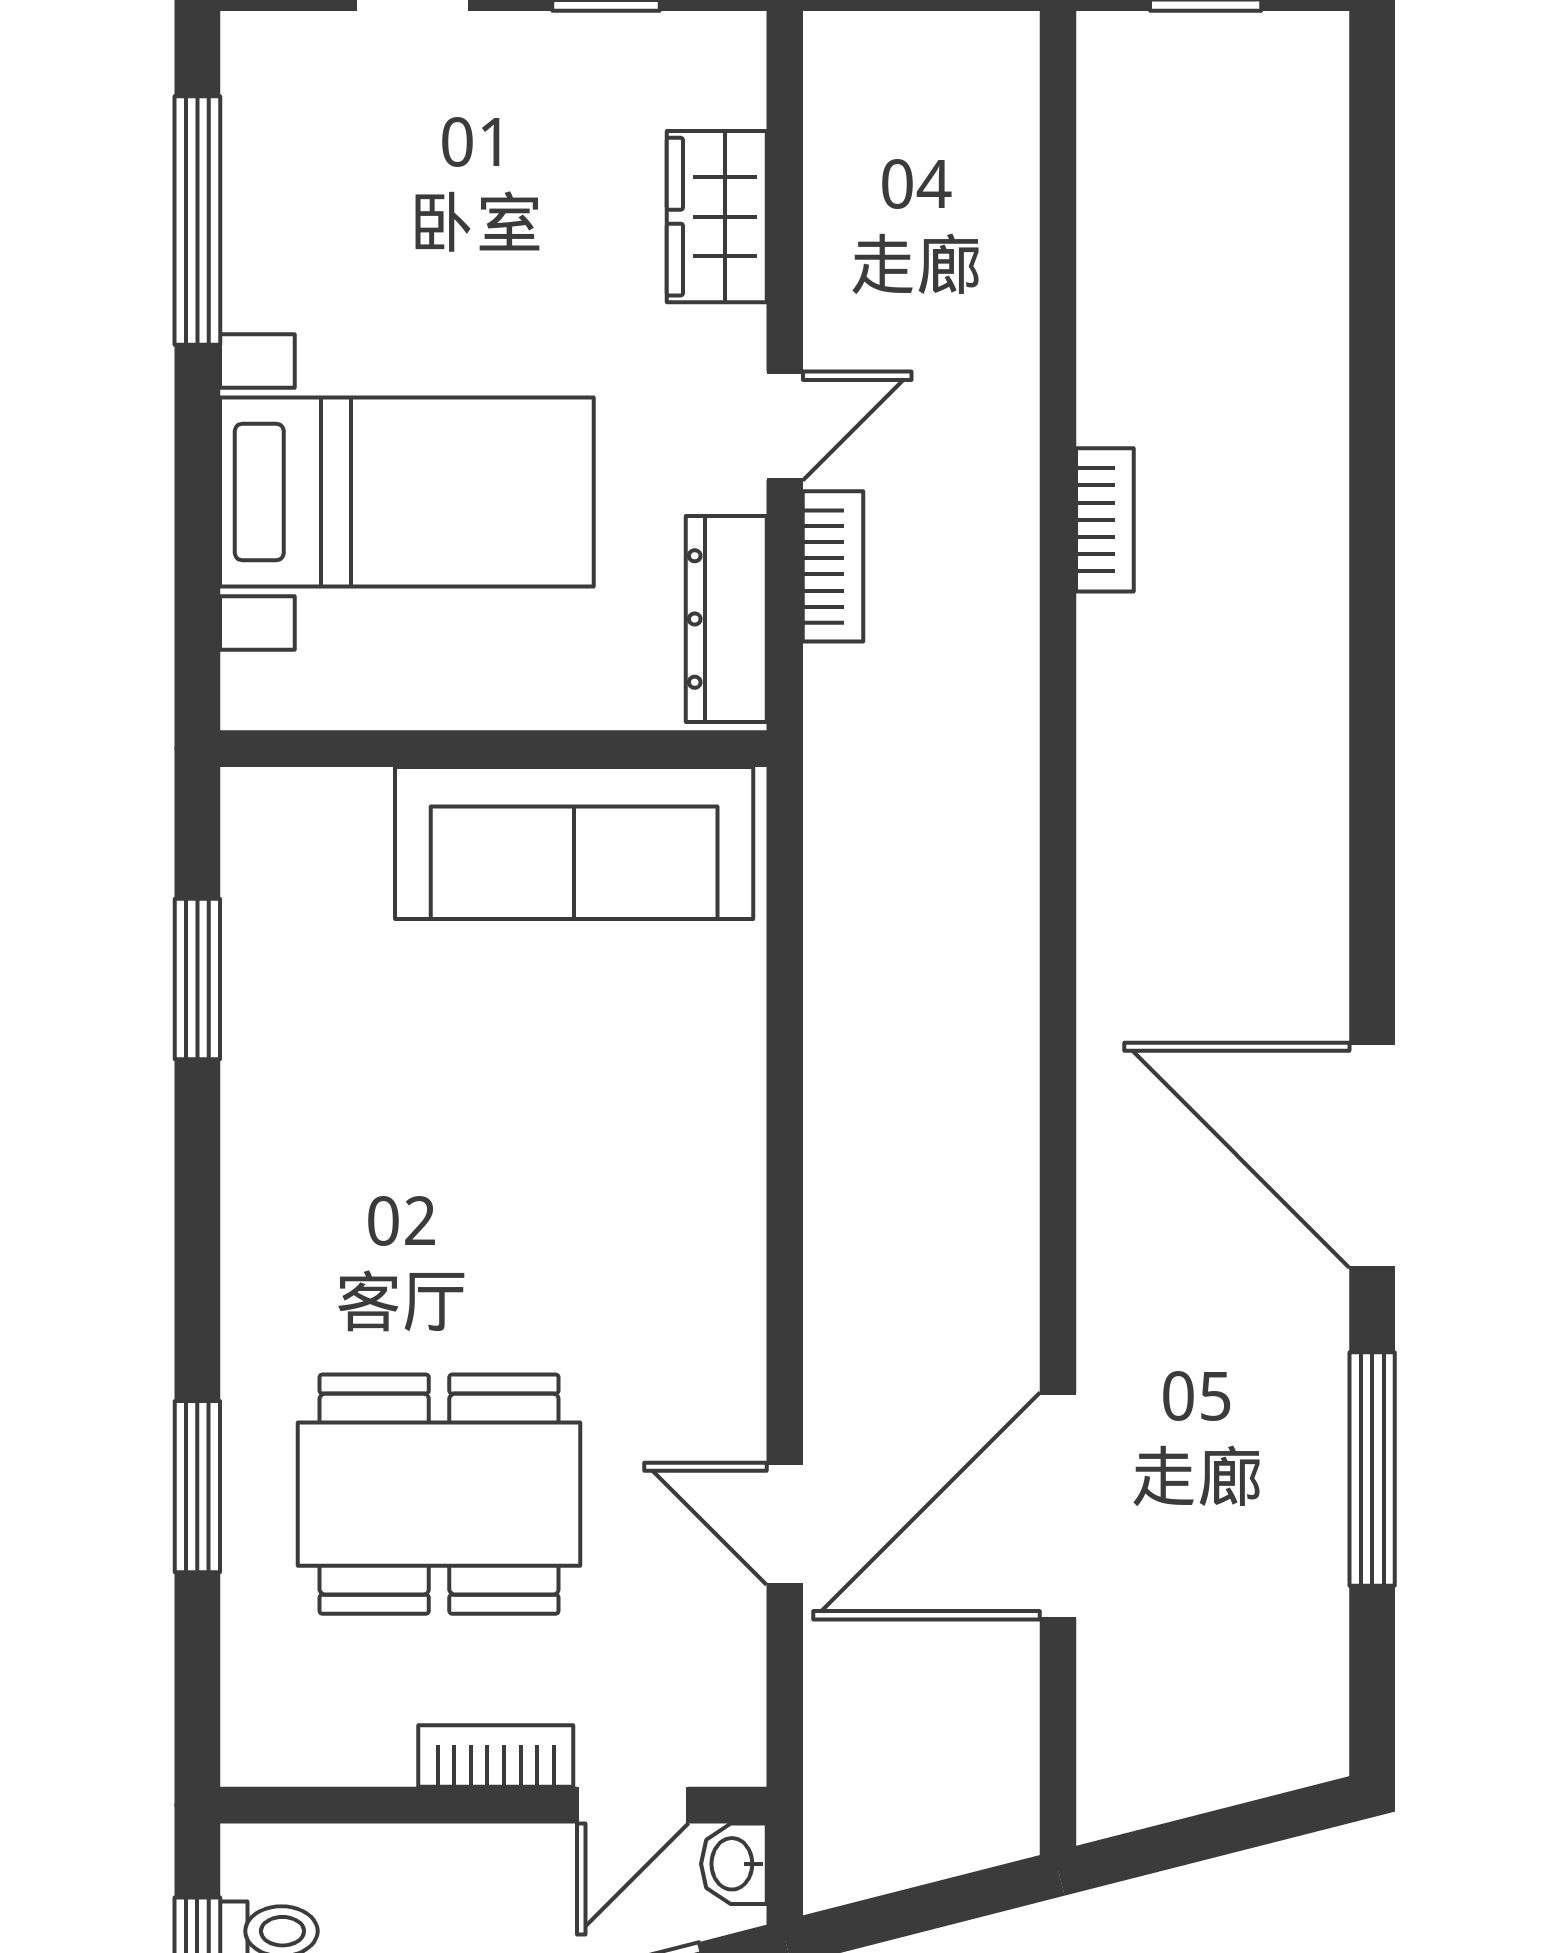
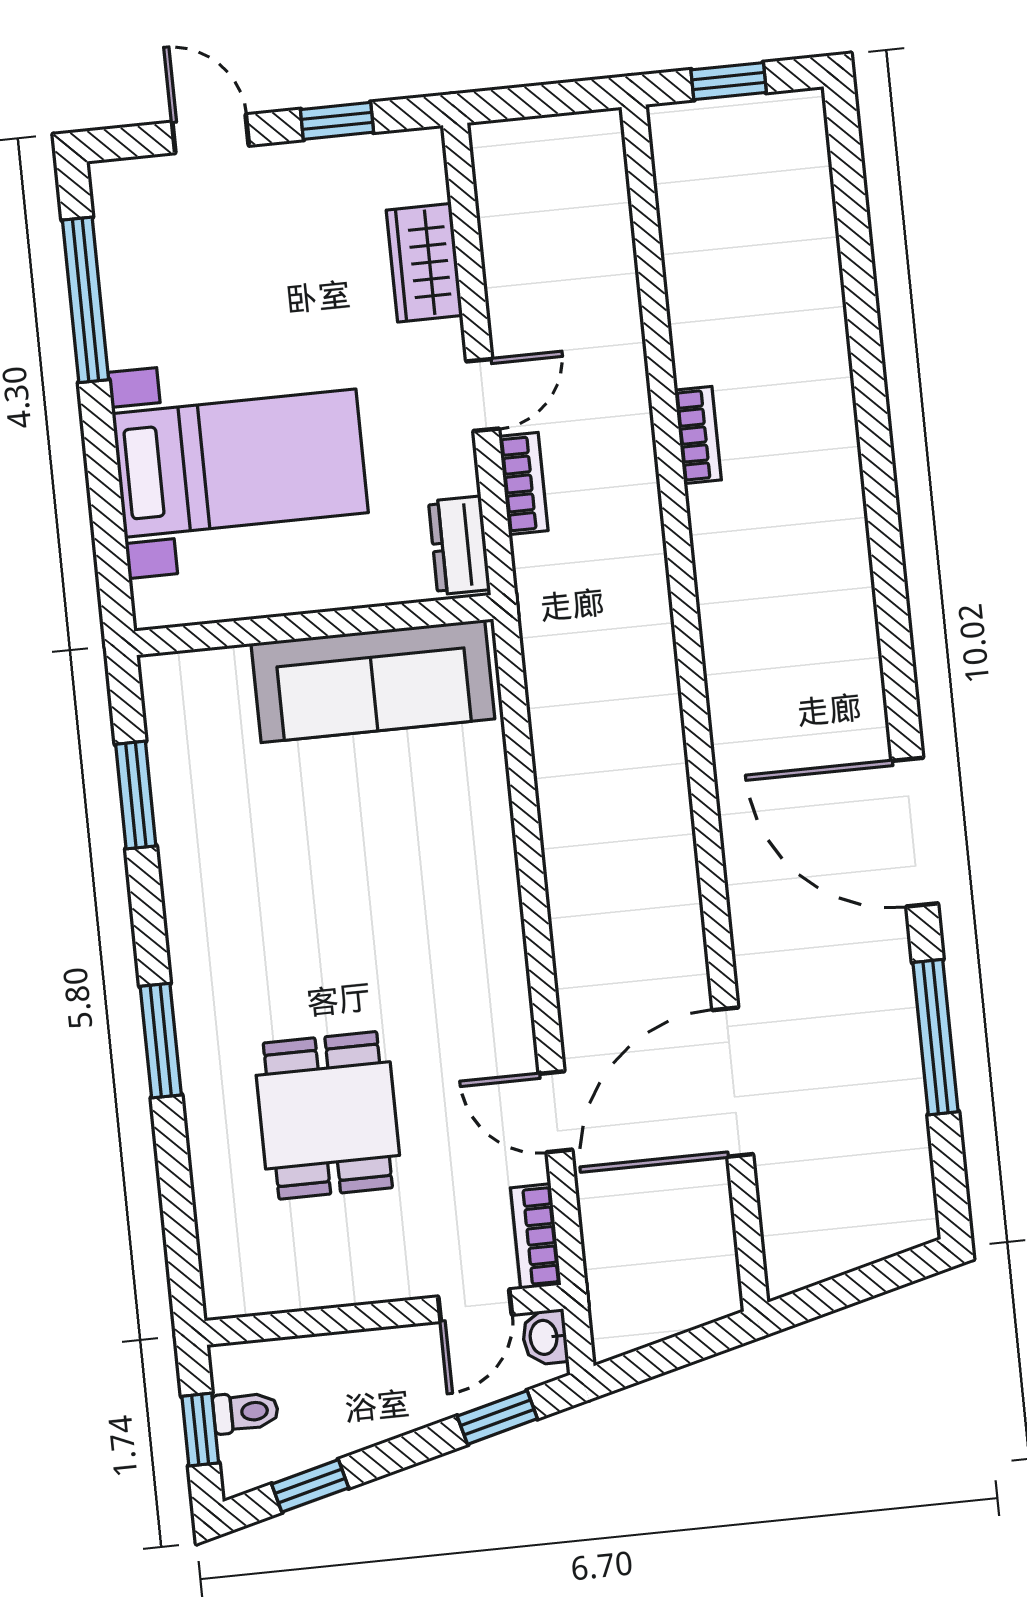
dresser: (726, 619) -> (459, 545), width x0.70
window: (197, 1487) -> (161, 1041), moved
dining table: (439, 1494) -> (328, 1115), width x0.73
bookcase: (496, 1756) -> (536, 1236), moved, turned -90

